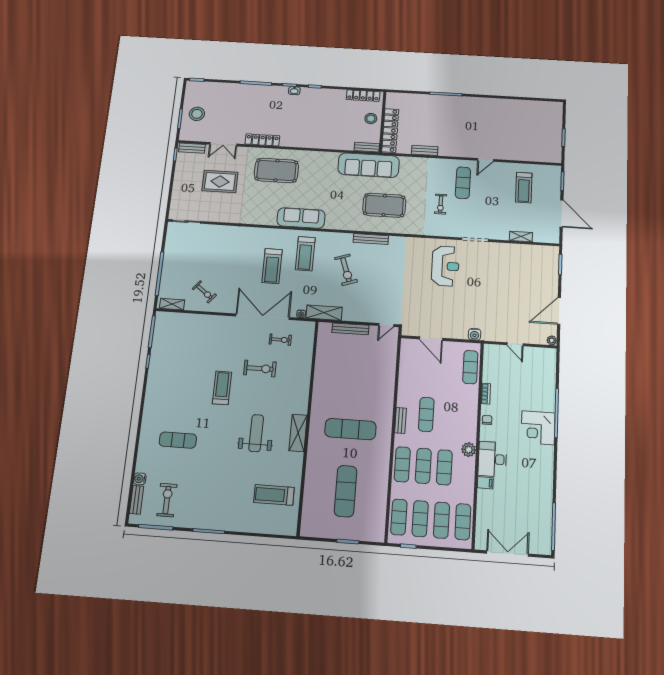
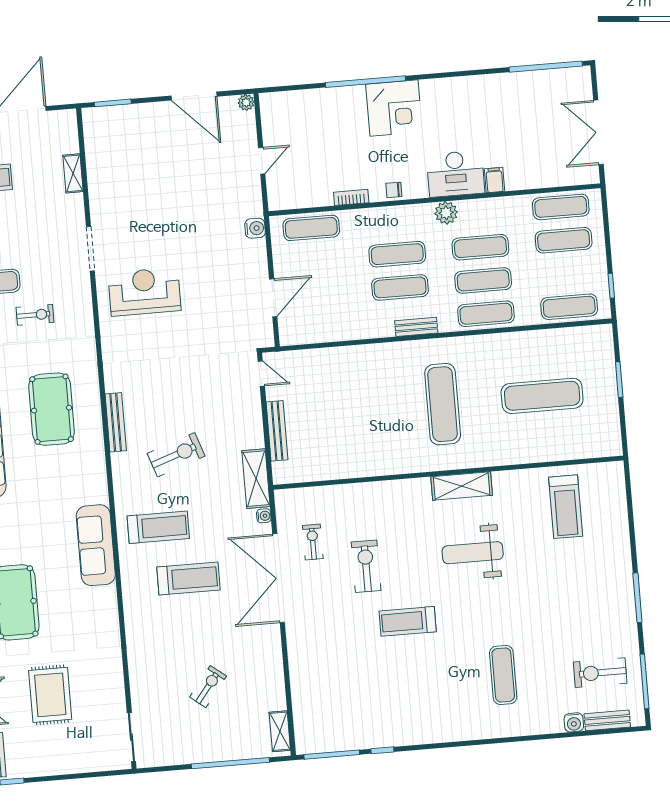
exercise bike: (204, 292) -> (208, 687), moved
exercise mat: (420, 519) -> (397, 254), moved

